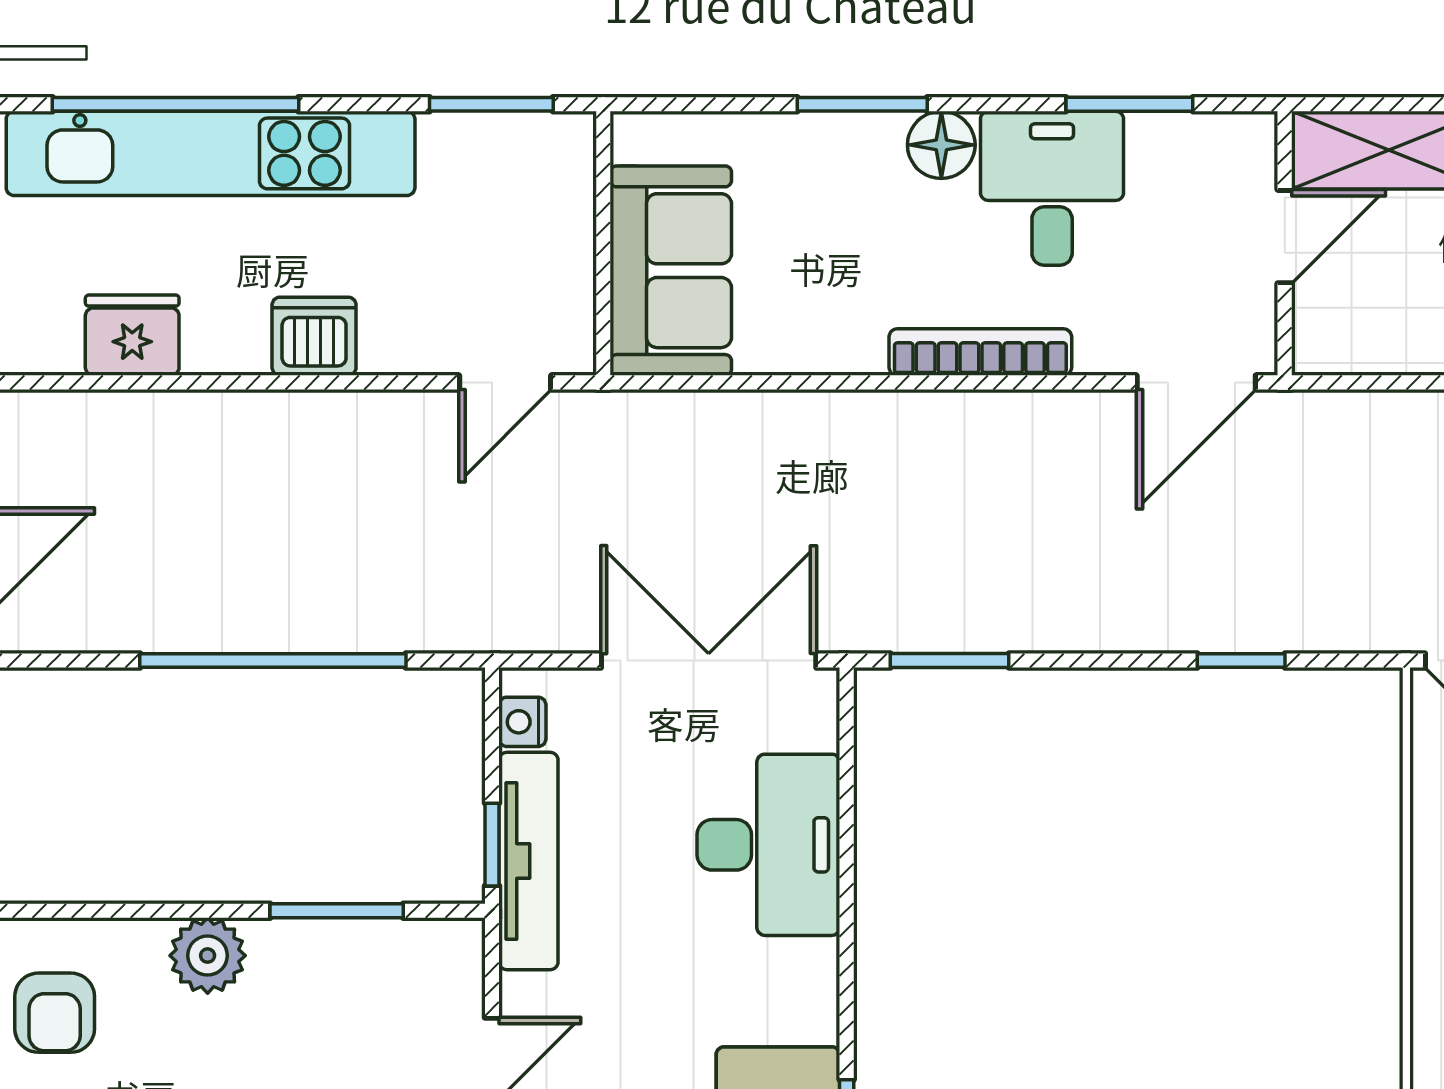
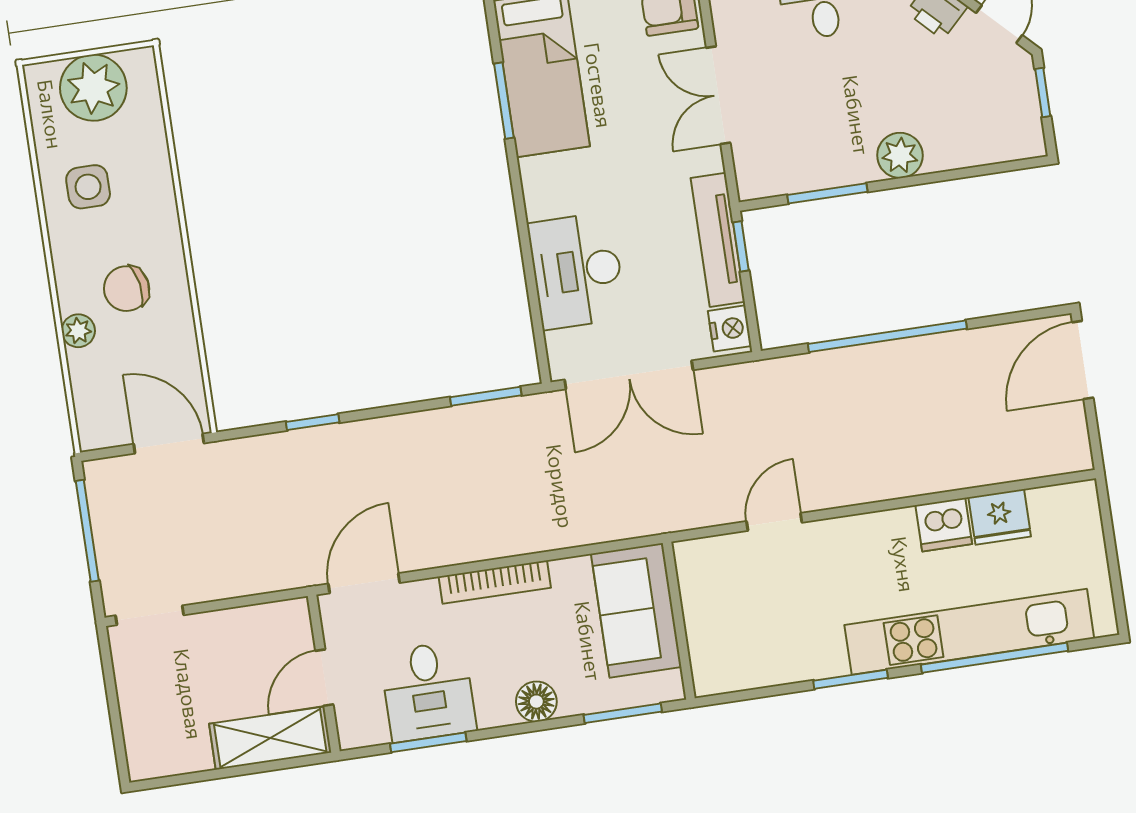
window: (491, 104) -> (851, 679), moved
window: (862, 104) -> (623, 713), moved
desk: (1052, 188) -> (428, 691), moved
wall: (603, 243) -> (679, 621), moved
sofa: (671, 271) -> (636, 610), moved
dishwasher: (314, 336) -> (944, 525), moved
nightstand: (522, 722) -> (730, 328), width x1.39, depth x1.35
armchair: (55, 1013) -> (986, 108), removed

